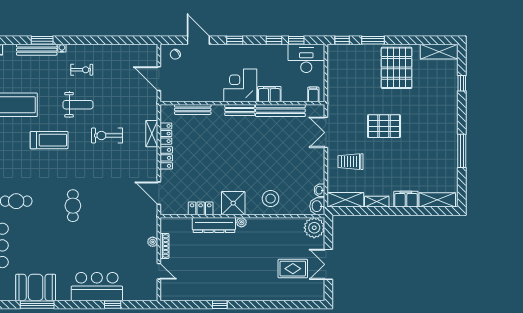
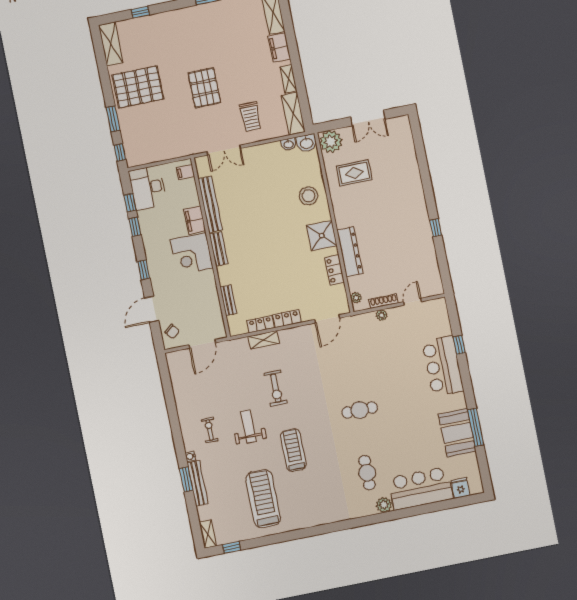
bench: (193, 109) -> (228, 300), width x0.73
plant: (241, 222) -> (356, 298), moved
rug: (293, 269) -> (354, 173), moved, turned 90

